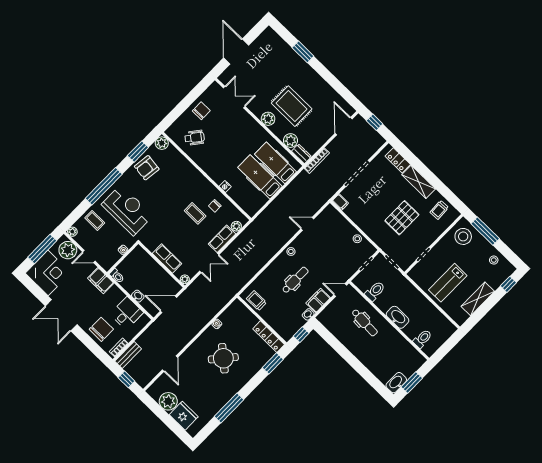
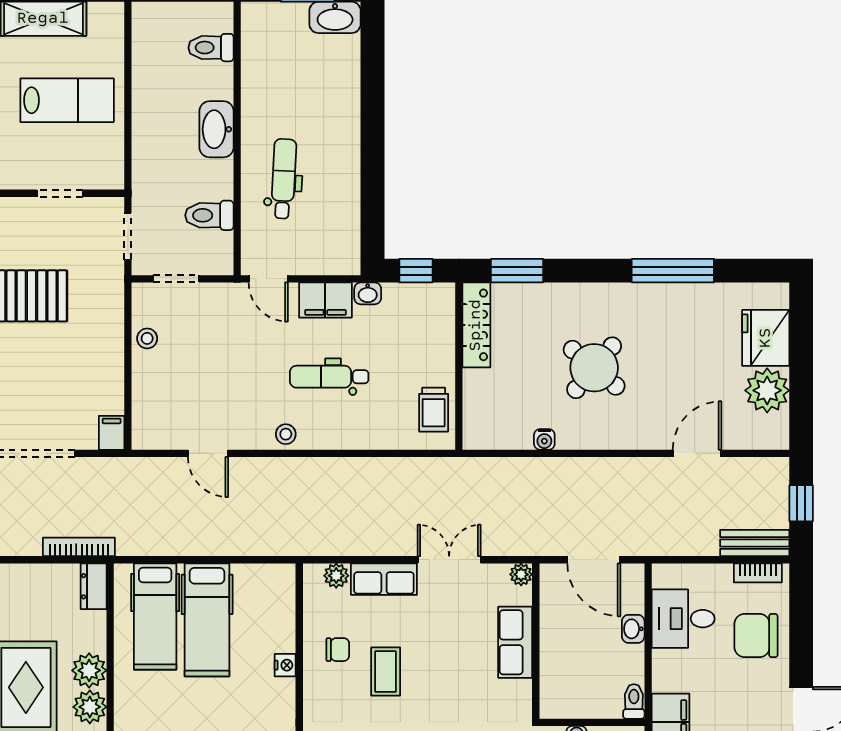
plant: (291, 141) -> (89, 670), moved

